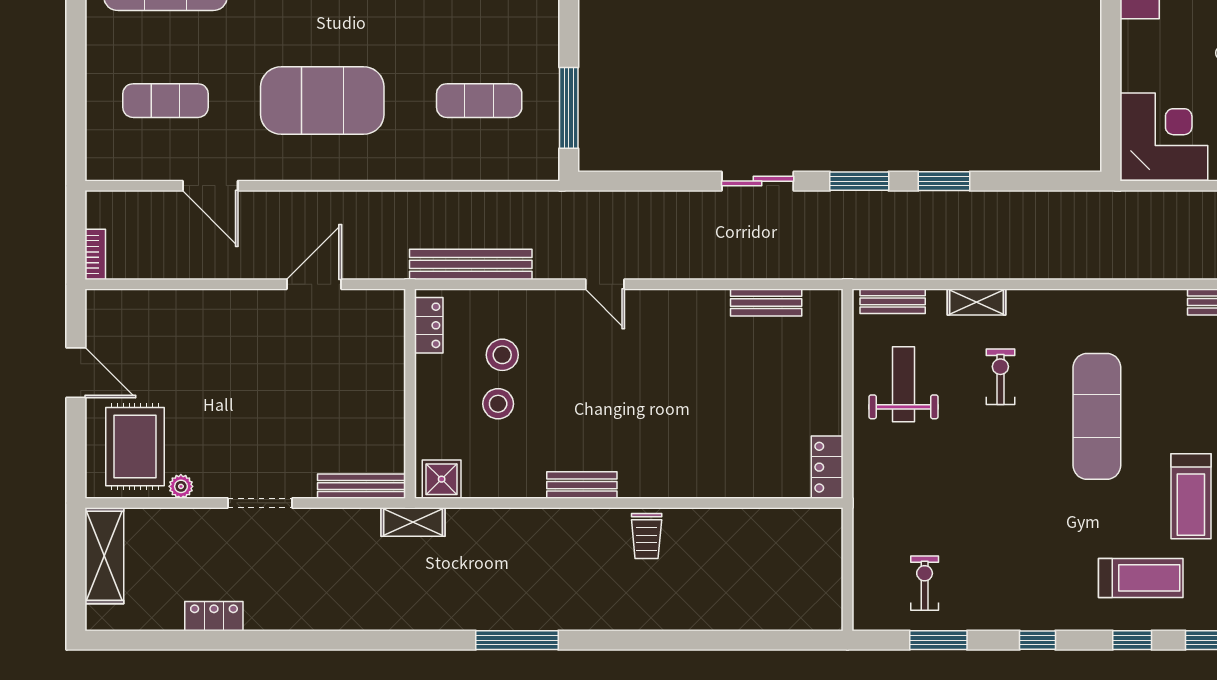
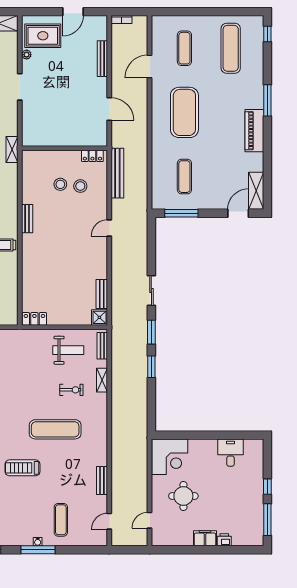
shower: (442, 479) -> (99, 317), moved
bench: (362, 486) -> (102, 59), moved

